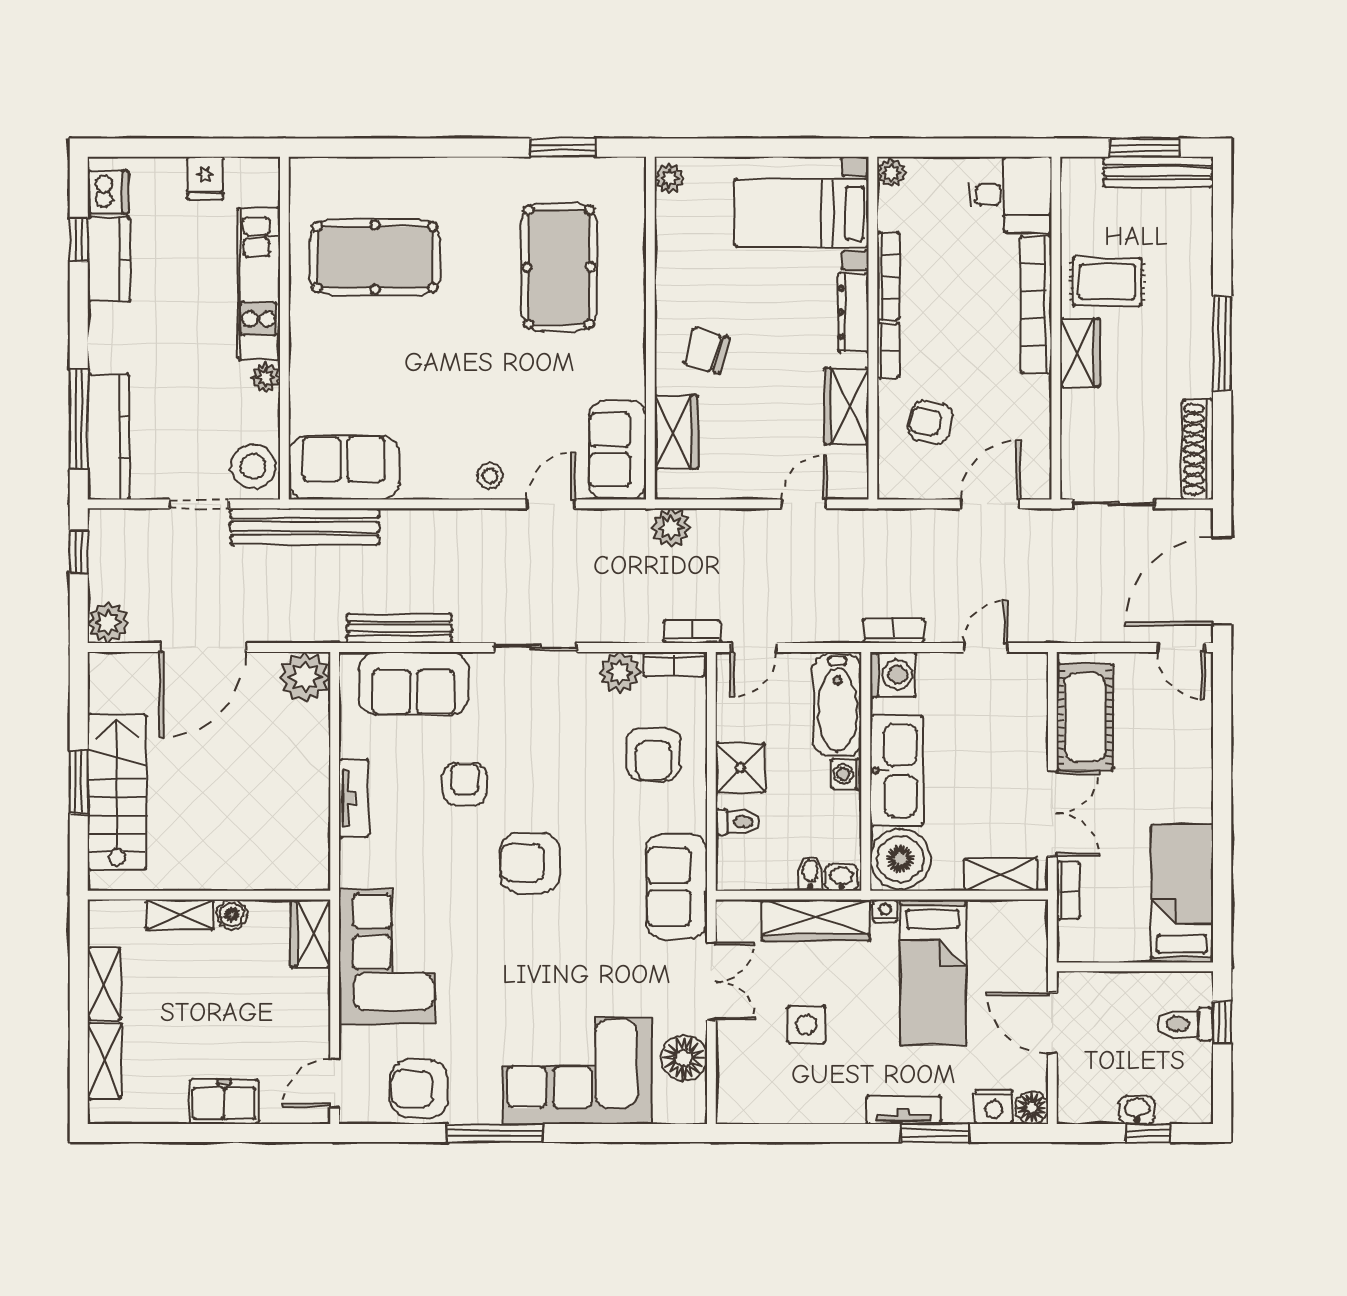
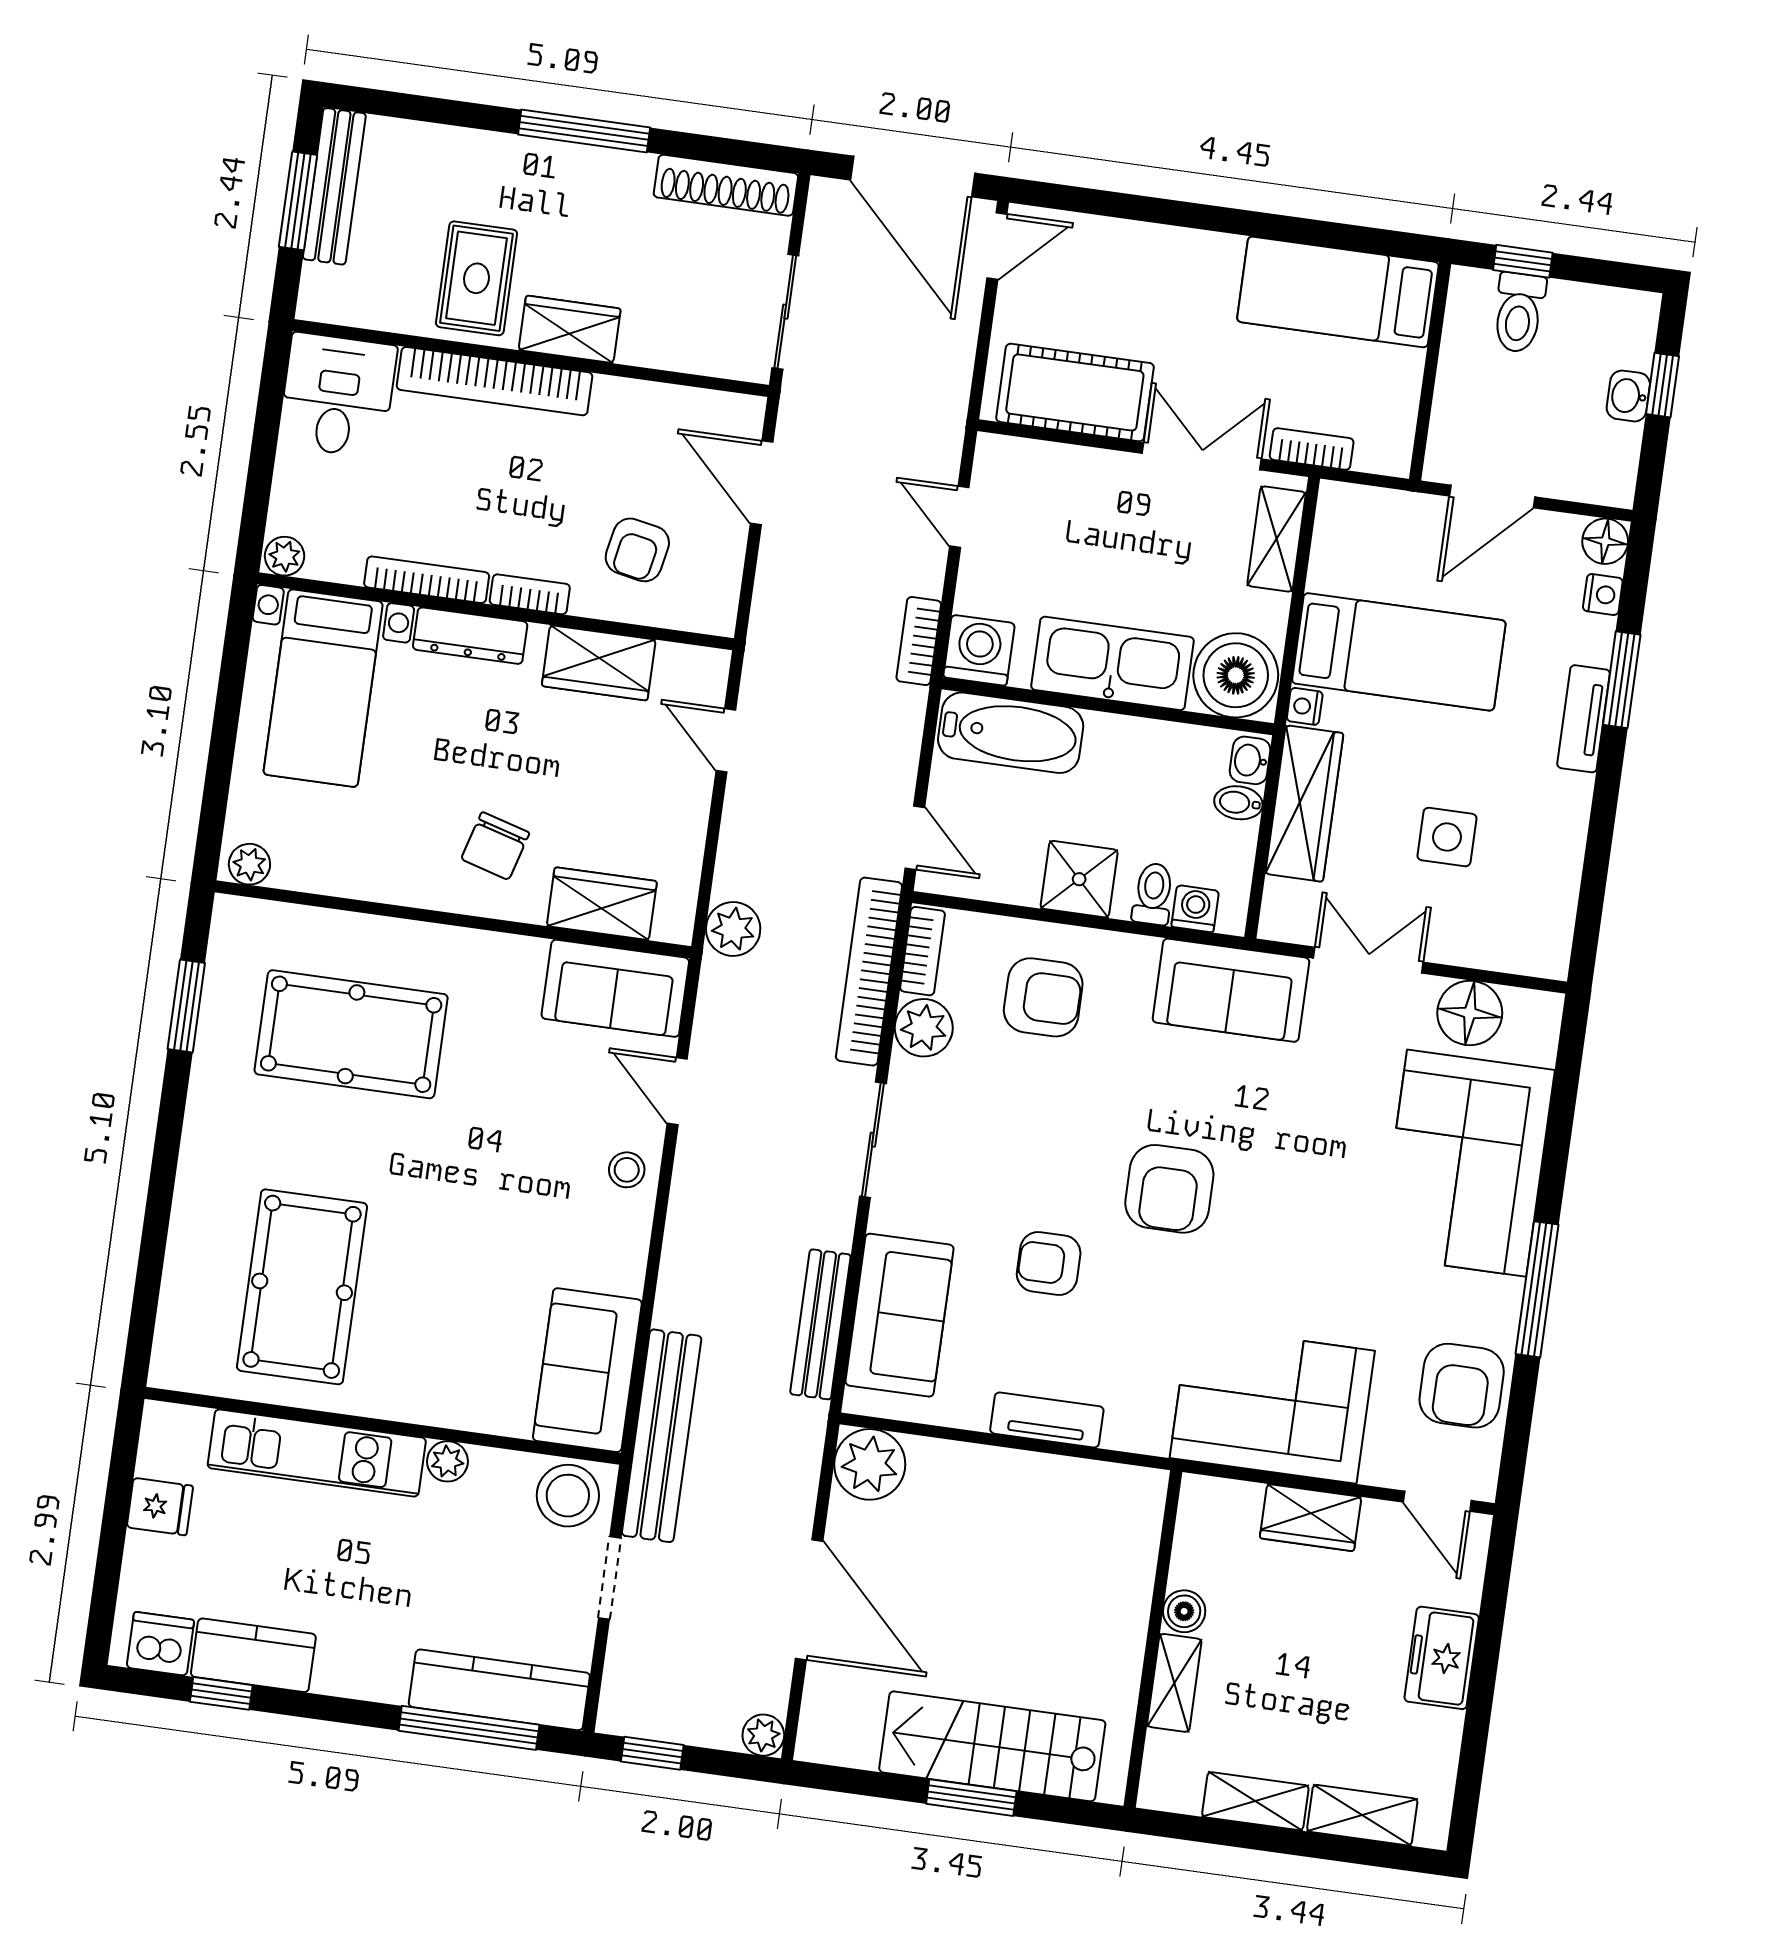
plant: (108, 623) -> (763, 1735), width x0.73, depth x0.73
bookcase: (692, 632) -> (869, 972), width x2.31, depth x1.31
washing machine: (846, 774) -> (1195, 909), moved, turned 180
wardrobe: (311, 933) -> (1311, 1518), moved
nightstand: (994, 1107) -> (1603, 595), width x0.72, depth x0.74

